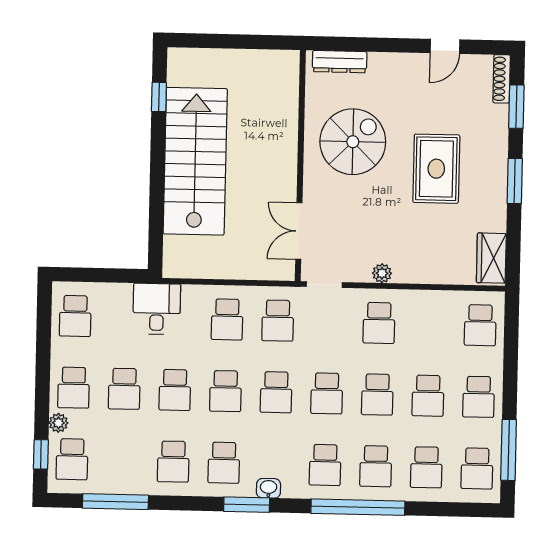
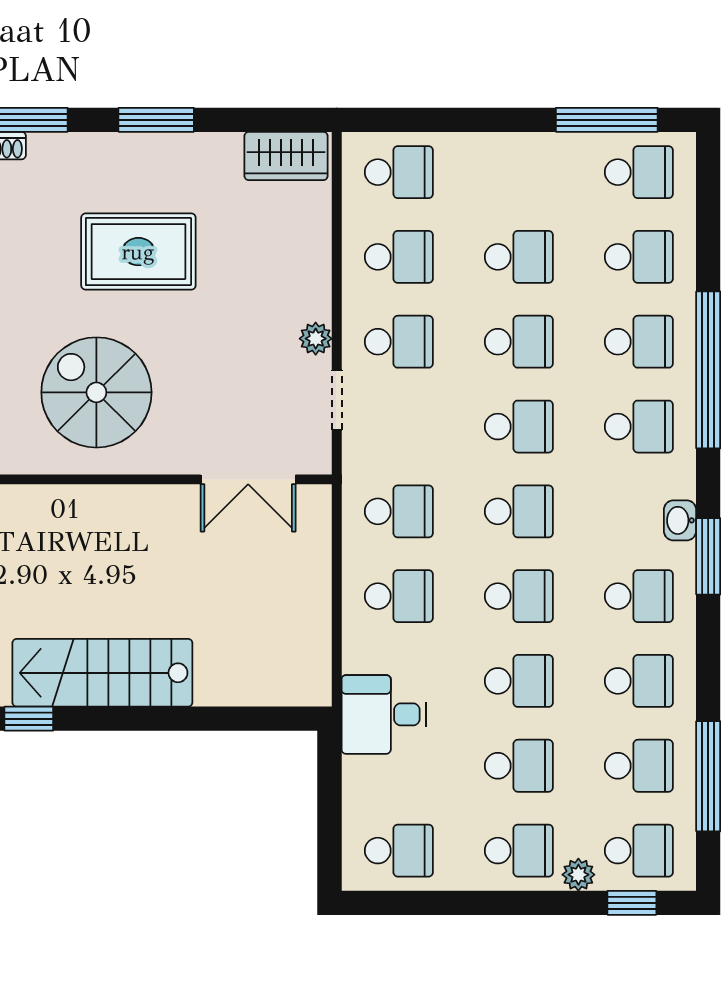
stairs: (195, 161) -> (102, 673), width x0.73, depth x0.66
doorway: (324, 285) -> (337, 400), moved
school desk: (479, 397) -> (399, 257), moved
school desk: (123, 460) -> (639, 766), added

